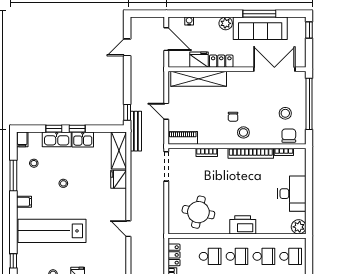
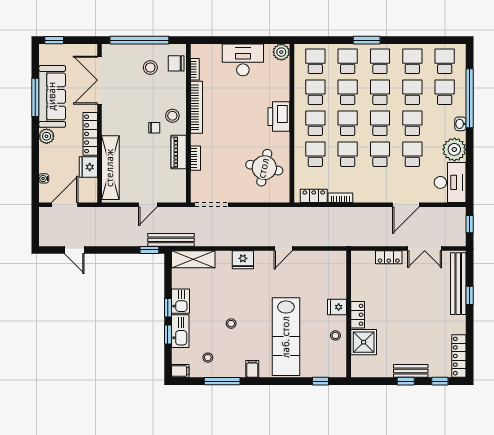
locker: (221, 61) -> (90, 134), width x1.53
piano: (183, 138) -> (179, 152), moved
fridge: (119, 179) -> (243, 260), moved

